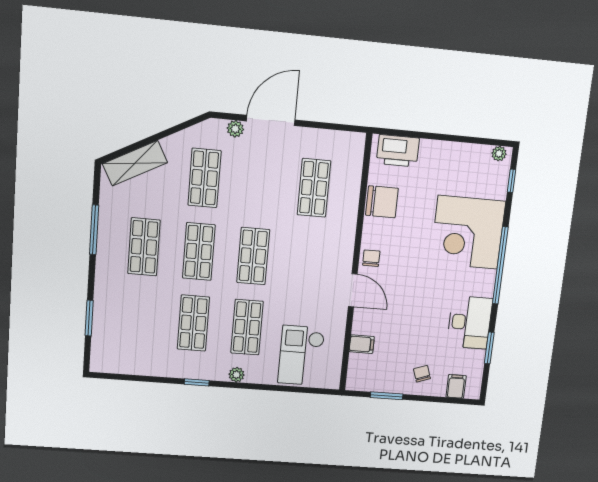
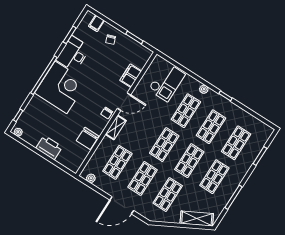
plant: (235, 129) -> (91, 178), moved
printer: (398, 151) -> (49, 148), moved
shop shelf: (260, 183) -> (143, 178), added
chair: (382, 202) -> (88, 138), turned -90
corner desk: (468, 232) -> (61, 87), moved
shelving: (345, 243) -> (116, 127), added
door: (353, 290) -> (124, 102), swing flipped
shop shelf: (139, 319) -> (236, 143), added
filing cabinet: (362, 344) -> (131, 76), width x2.00

